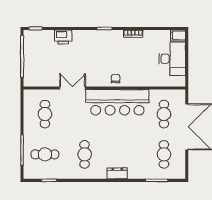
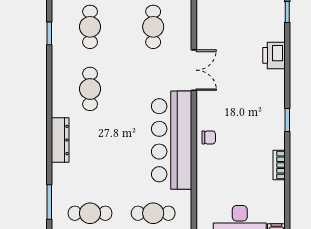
cafe table: (45, 114) -> (153, 27), turned 90
cafe table: (85, 154) -> (90, 89), turned 90
dresser: (117, 173) -> (60, 140), width x1.44

